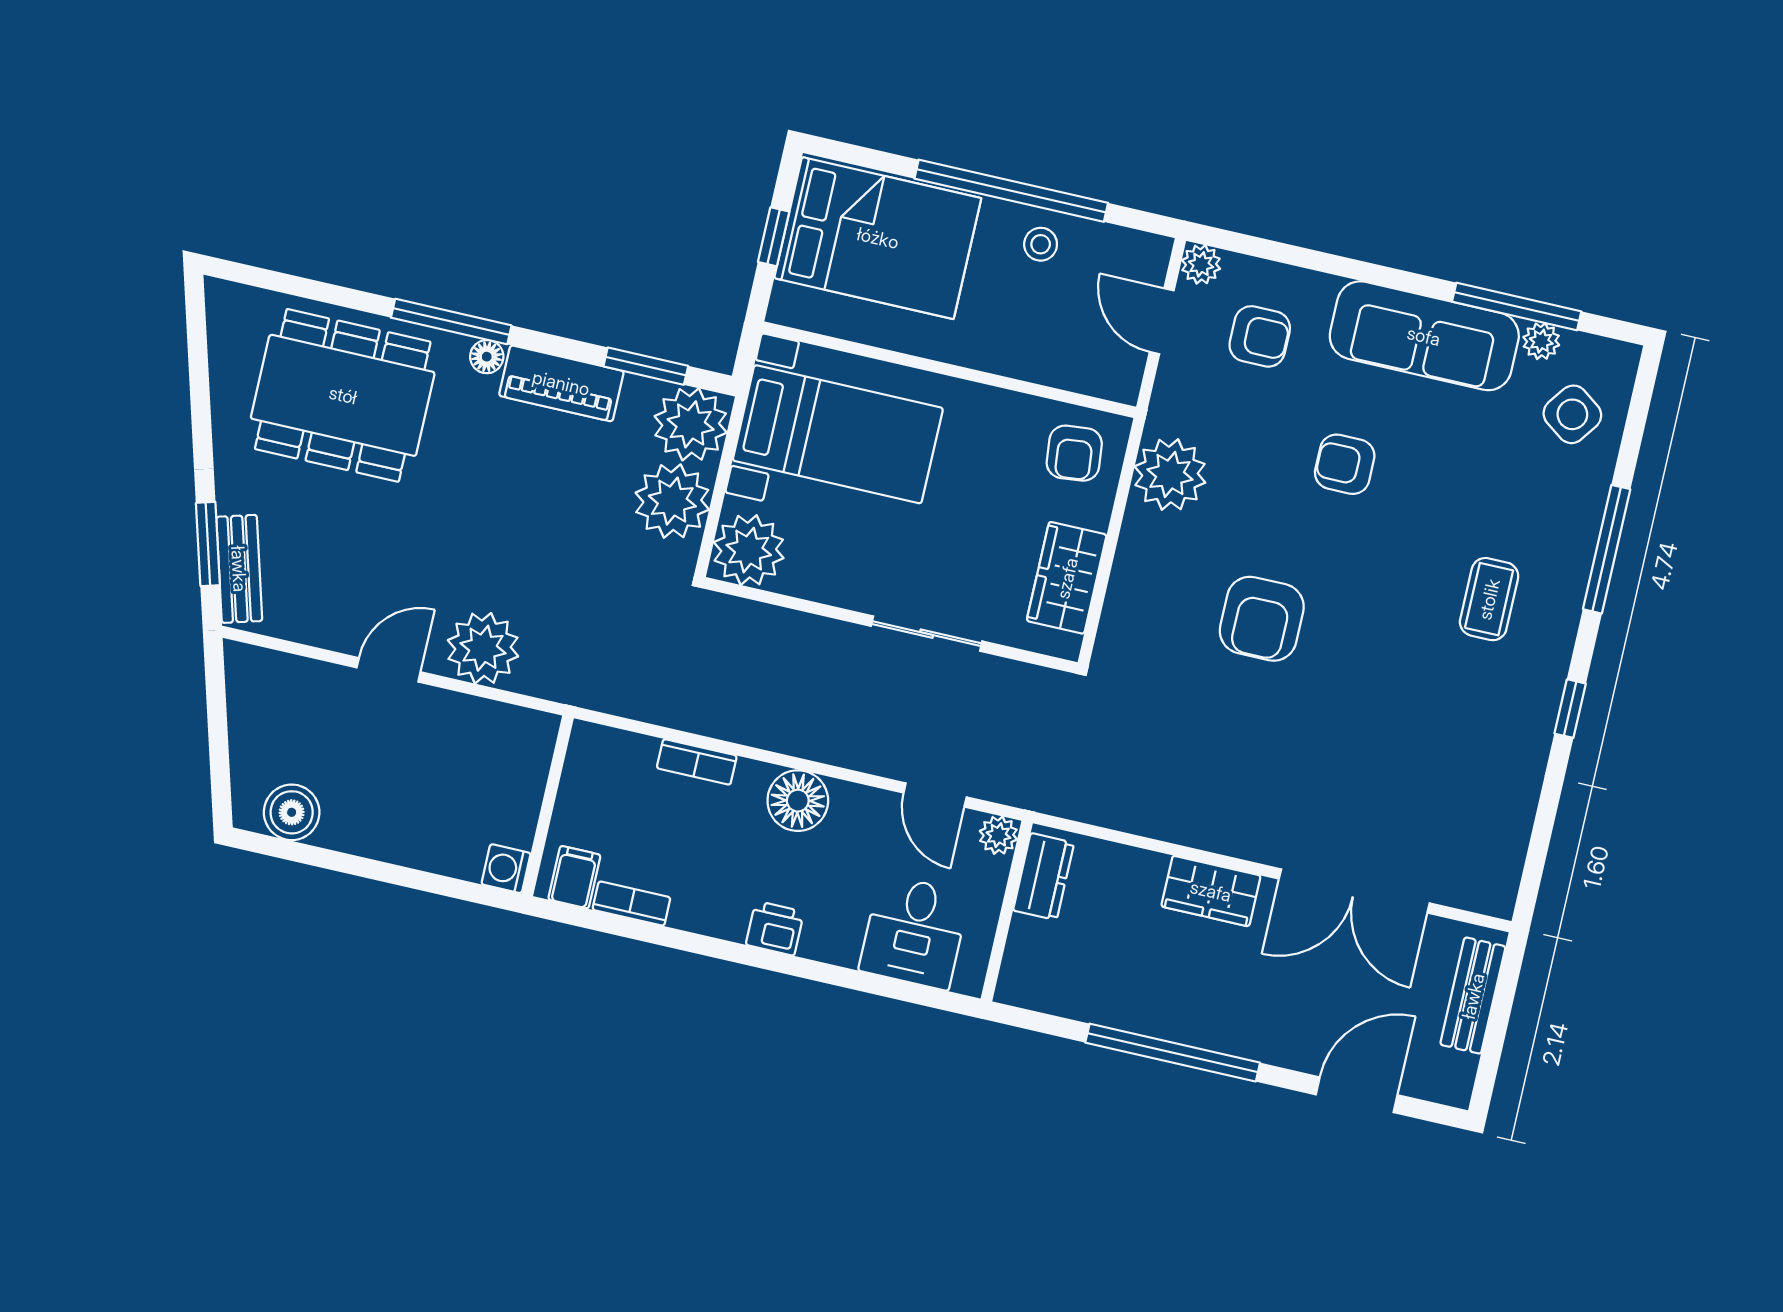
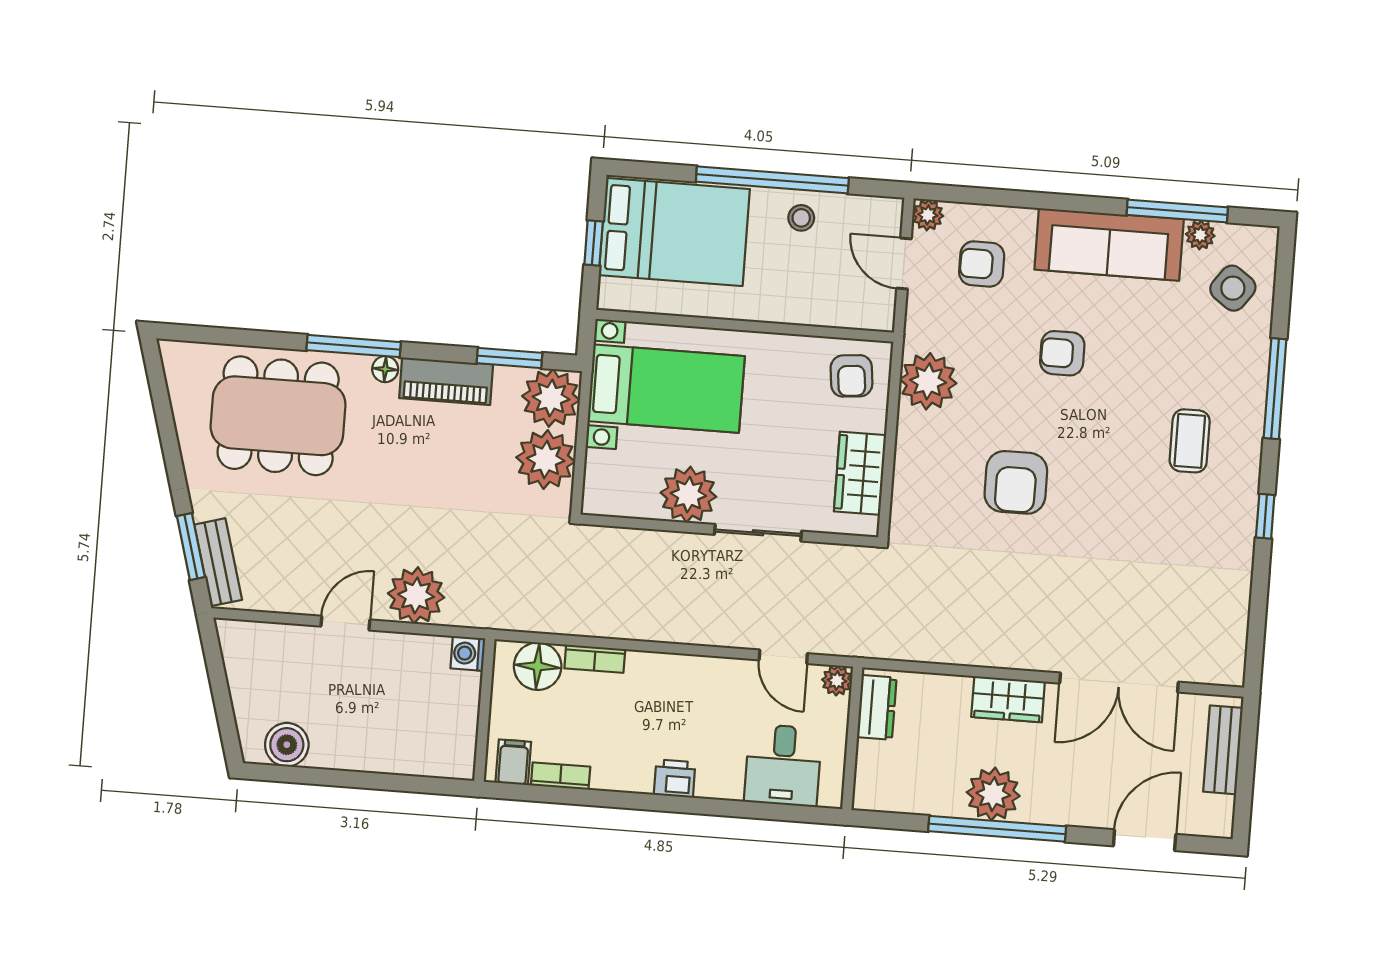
armchair: (1260, 336) -> (982, 264), turned 180
plant: (749, 550) -> (688, 495), moved
floor lamp: (798, 801) -> (538, 666), moved
washing machine: (506, 869) -> (468, 653), moved
plant: (1174, 1008) -> (993, 794), added

